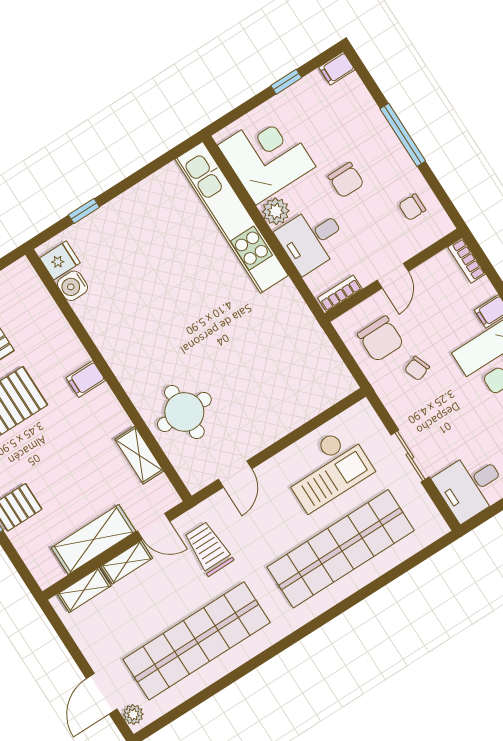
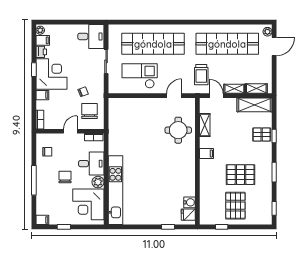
filing cabinet: (86, 379) -> (206, 153), moved
shelving: (93, 539) -> (255, 105), moved

